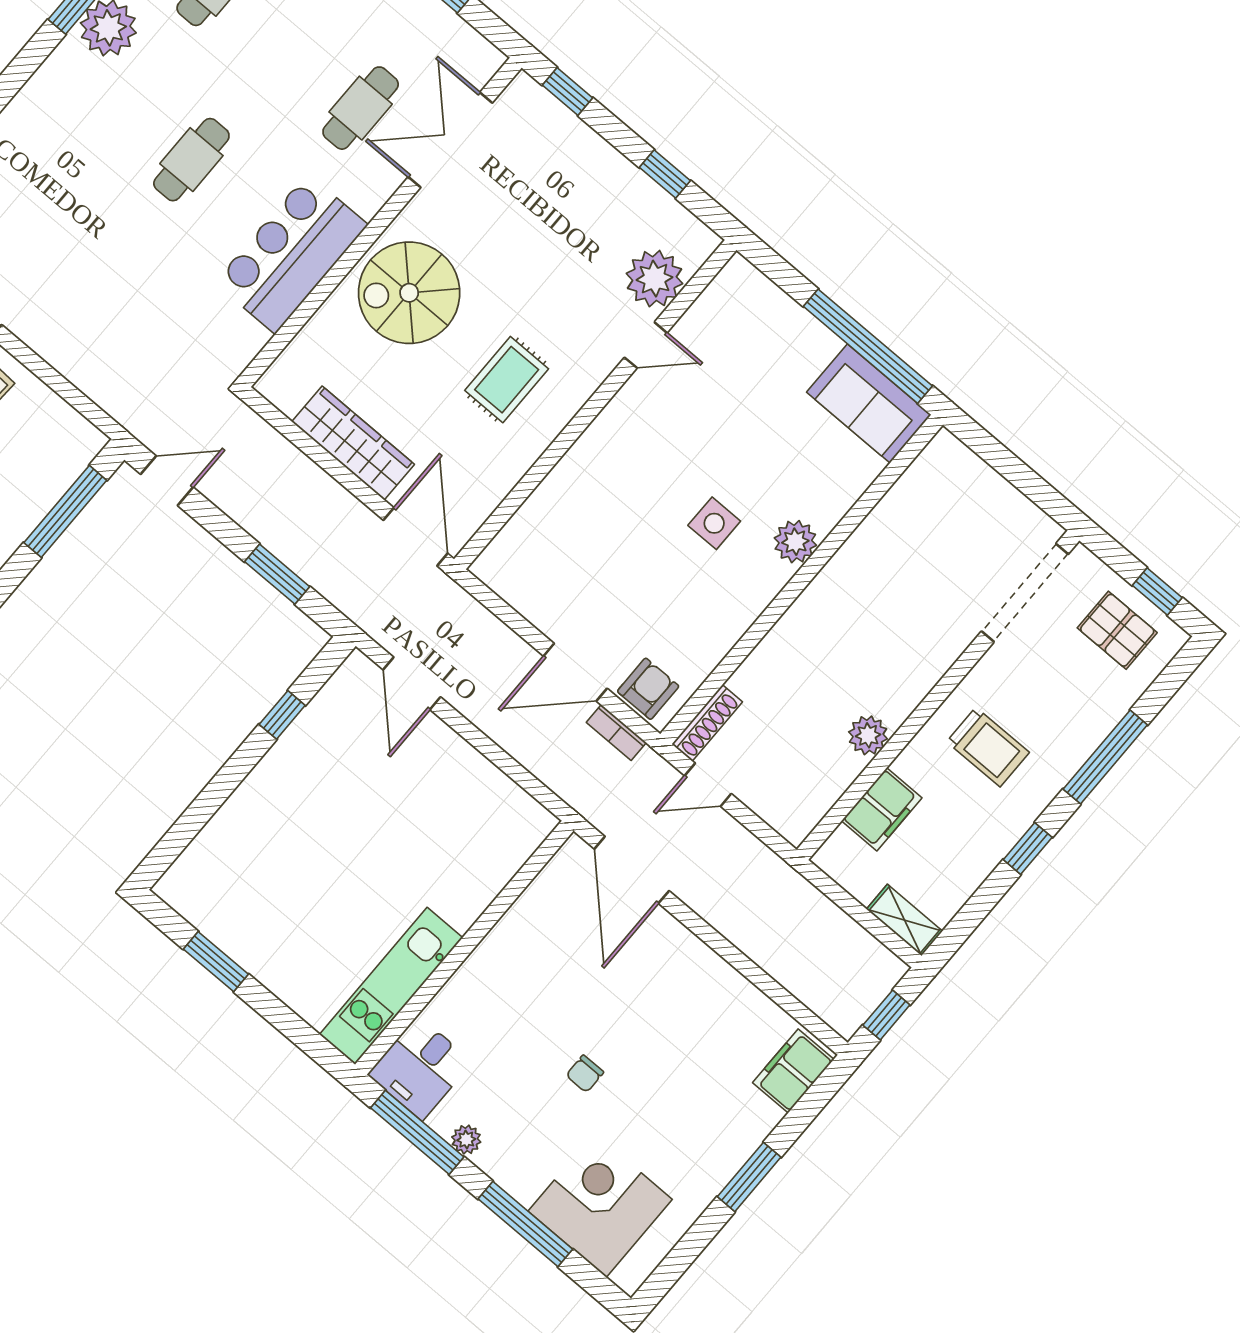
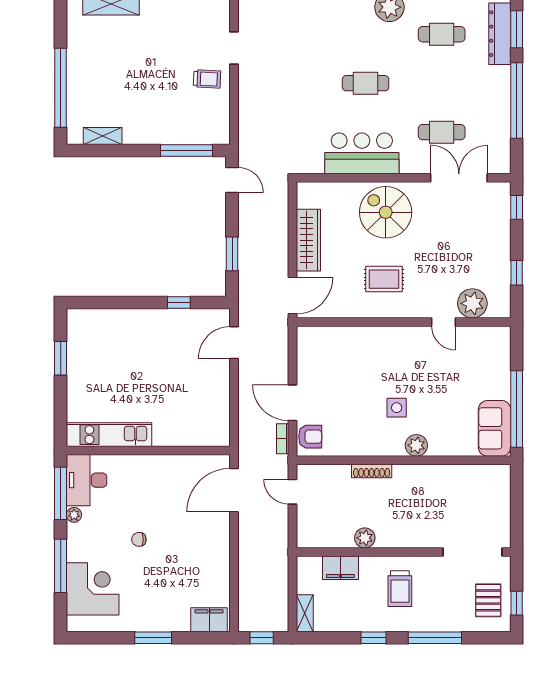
shoe rack: (707, 723) -> (372, 471), moved
desk: (420, 1068) -> (87, 480), width x1.37

